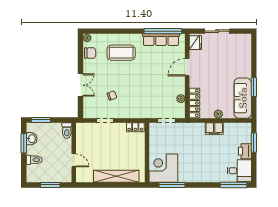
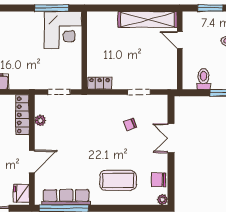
toilet: (67, 131) -> (204, 79), moved
shelving: (116, 176) -> (148, 19), moved

